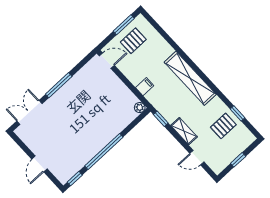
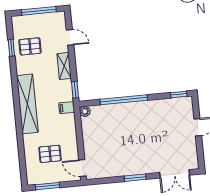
pallet: (133, 41) -> (50, 154), moved
window: (59, 85) -> (135, 178), width x0.69
filing cabinet: (145, 87) -> (67, 108), moved
window: (104, 151) -> (124, 100), moved
window: (238, 160) -> (39, 11), width x2.17

